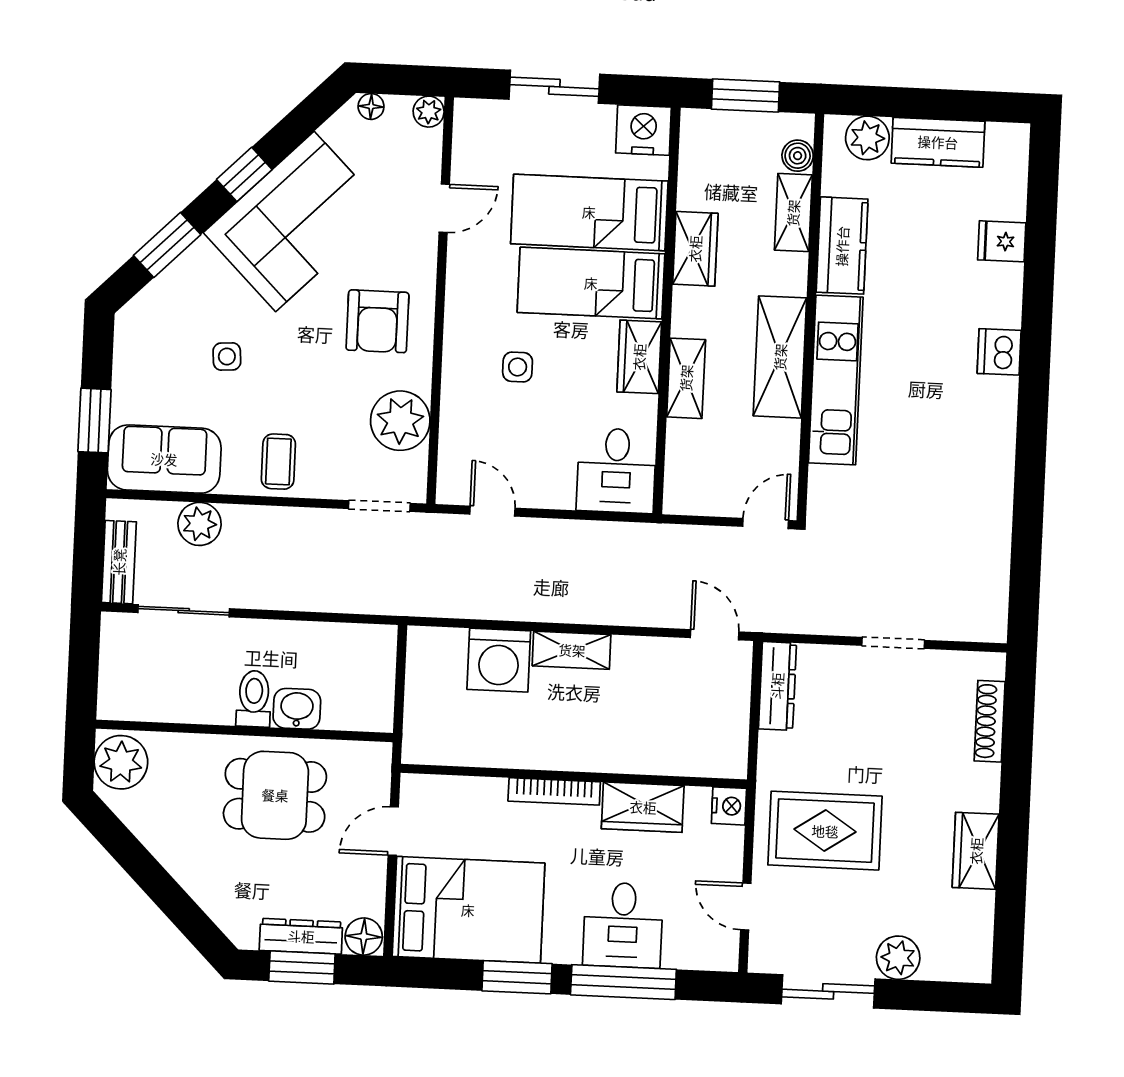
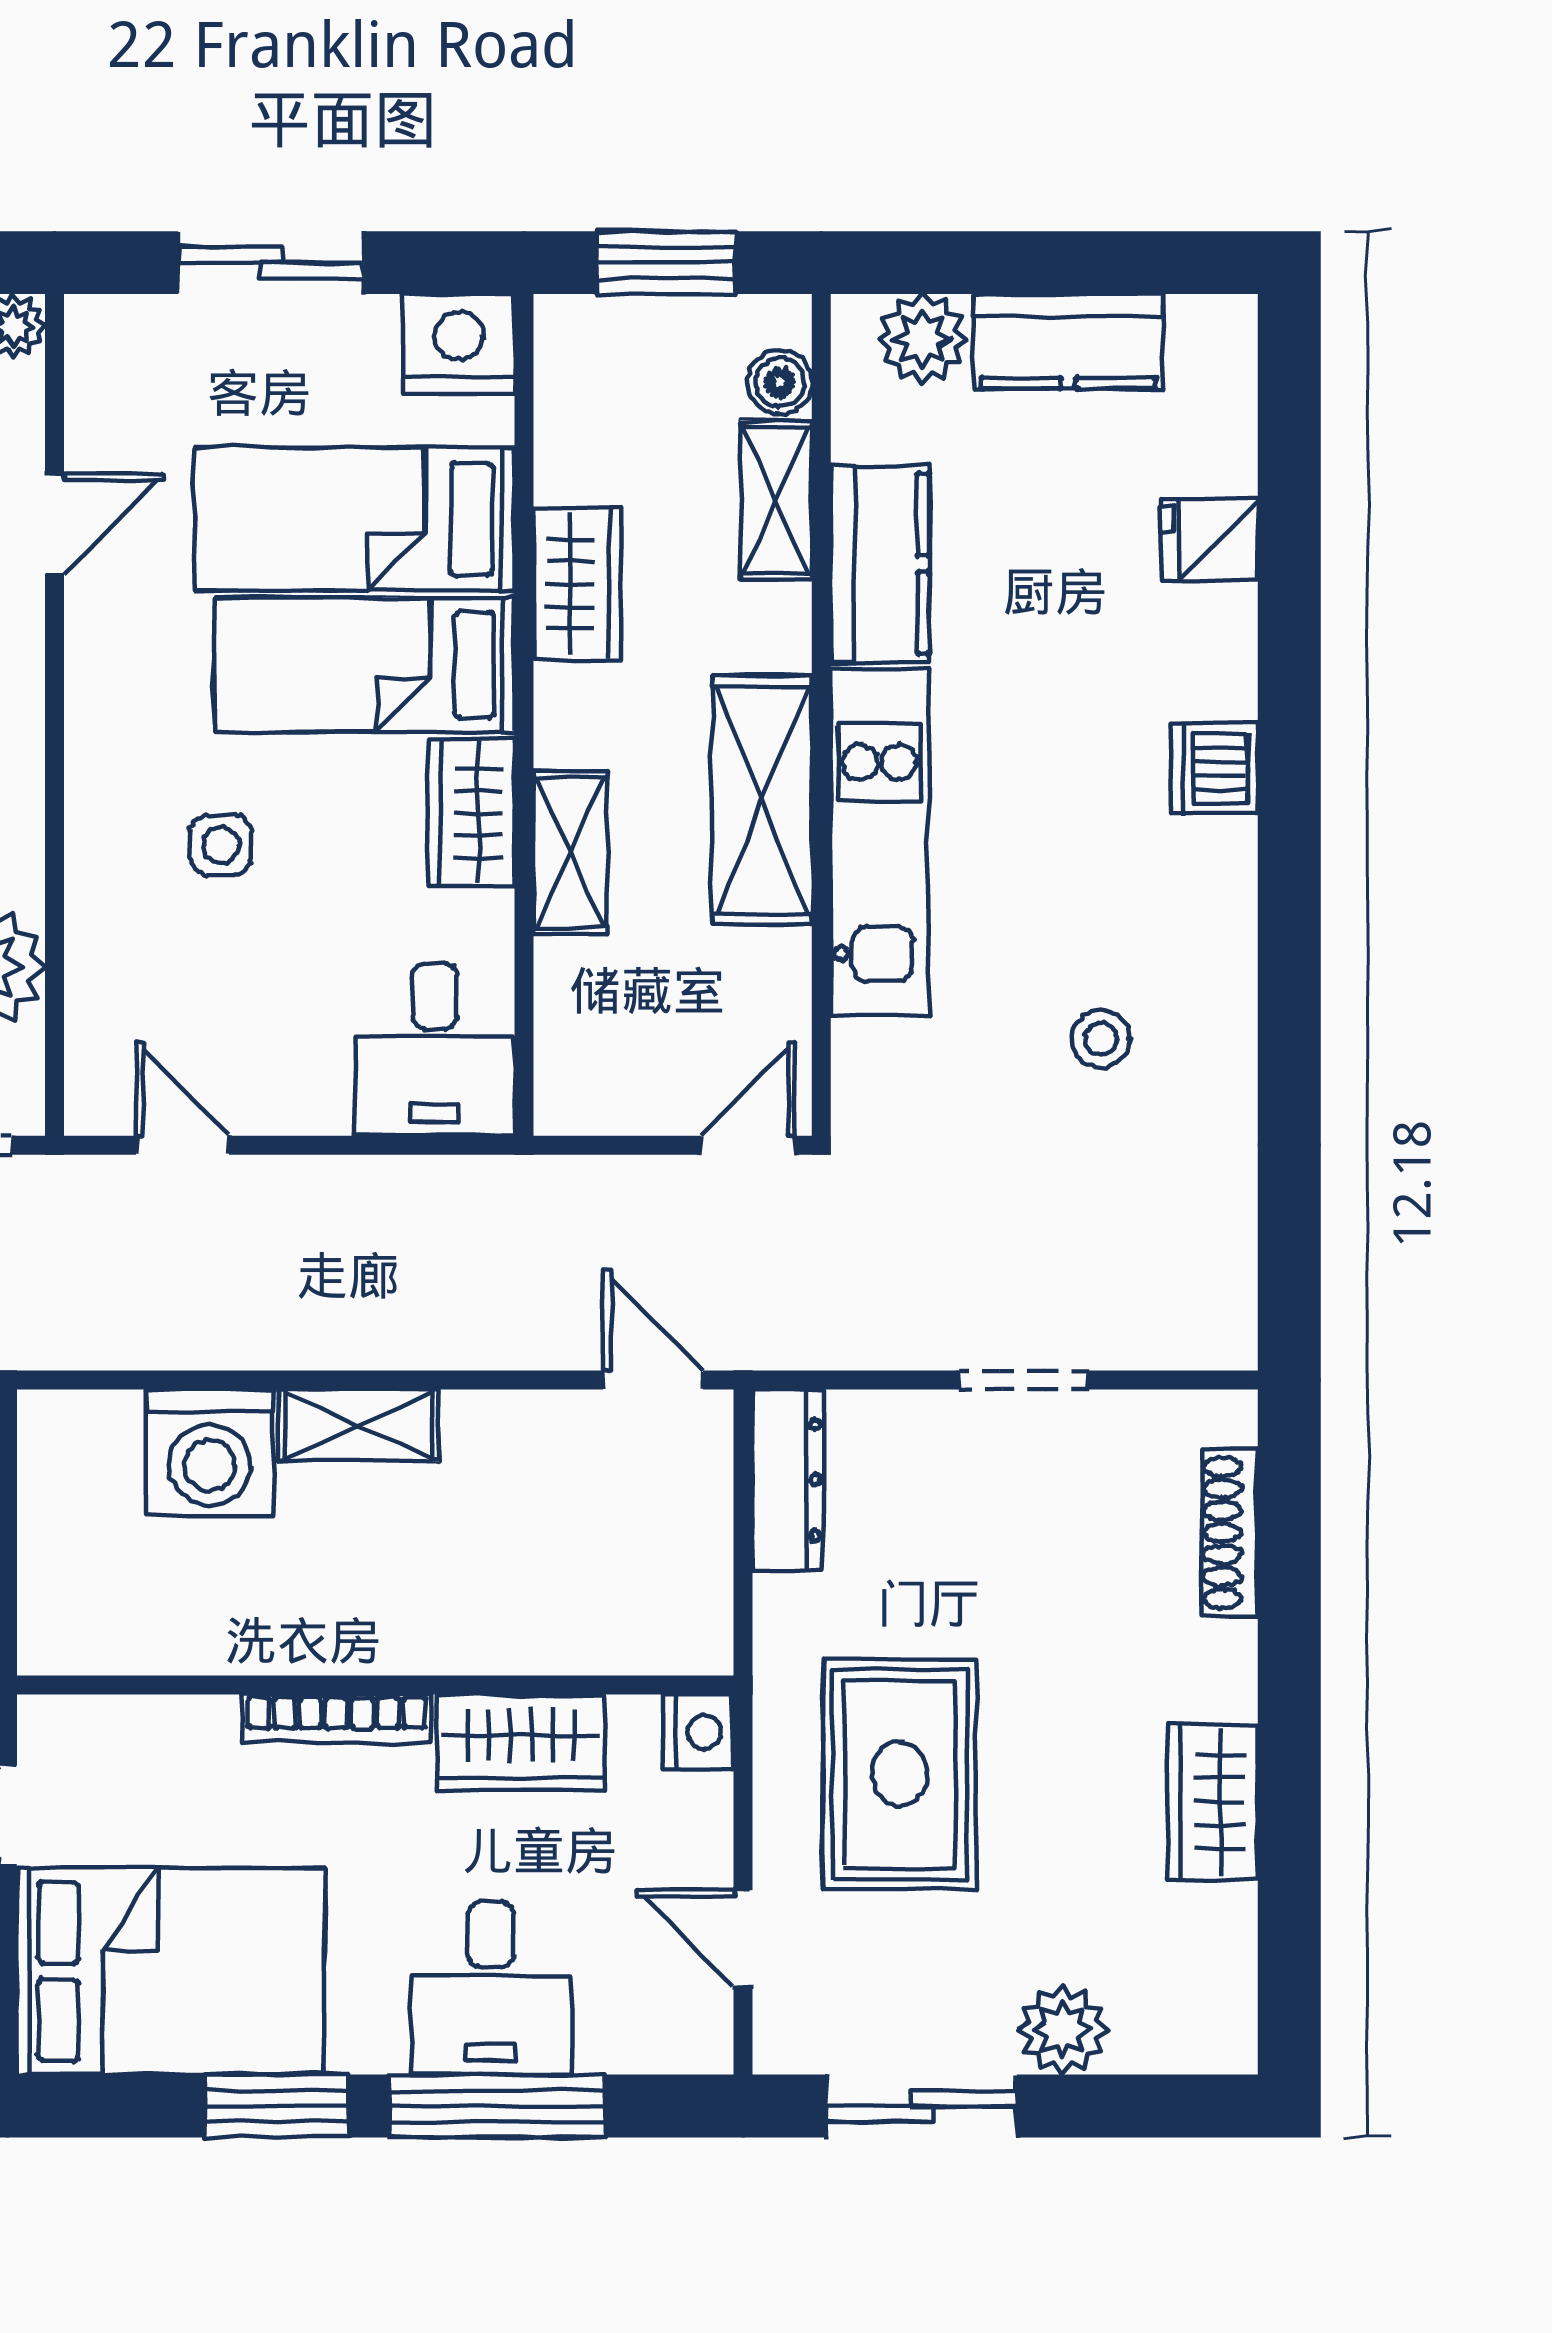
stool: (938, 480) -> (1101, 1039), added
rug: (825, 831) -> (900, 1774), turned 90

